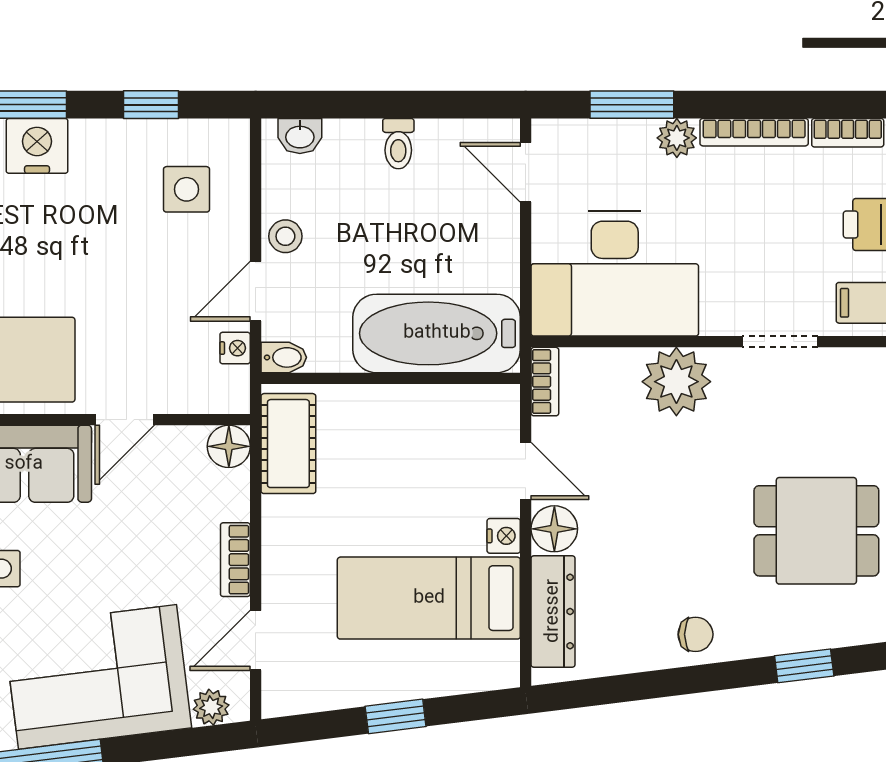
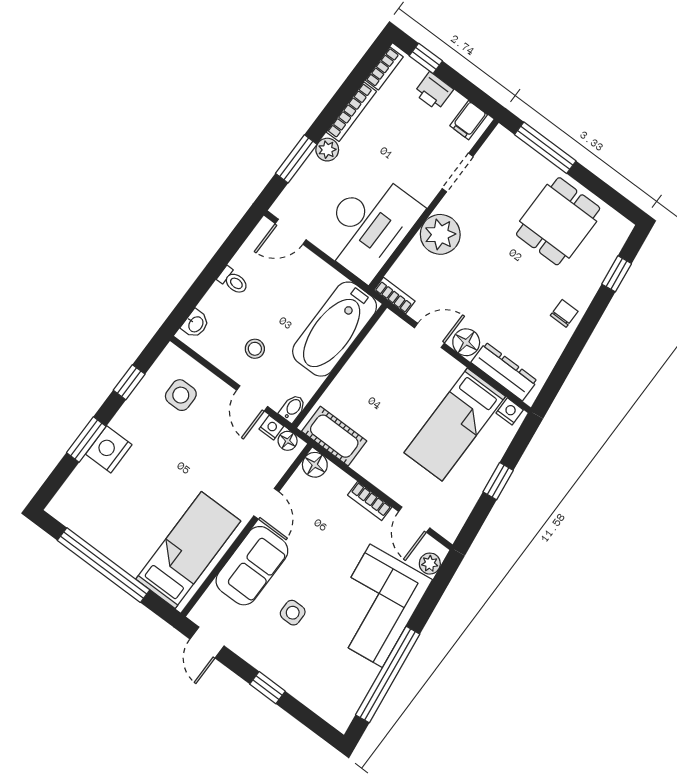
stool: (285, 236) -> (255, 349), moved
floor lamp: (234, 384) -> (288, 441), added
nightstand: (504, 536) -> (510, 411), moved

